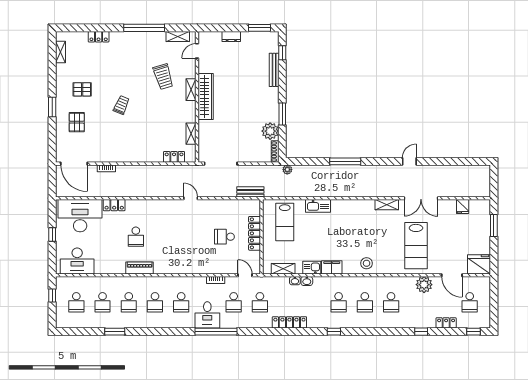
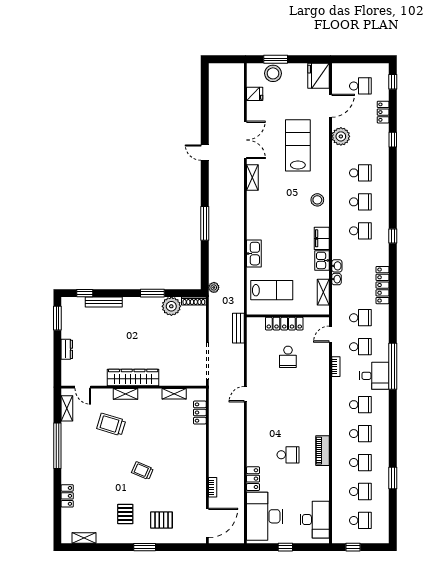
trolley: (163, 77) -> (111, 424), turned -146
stool: (481, 223) -> (273, 73), added
lab bench: (416, 246) -> (298, 145), turned -90

